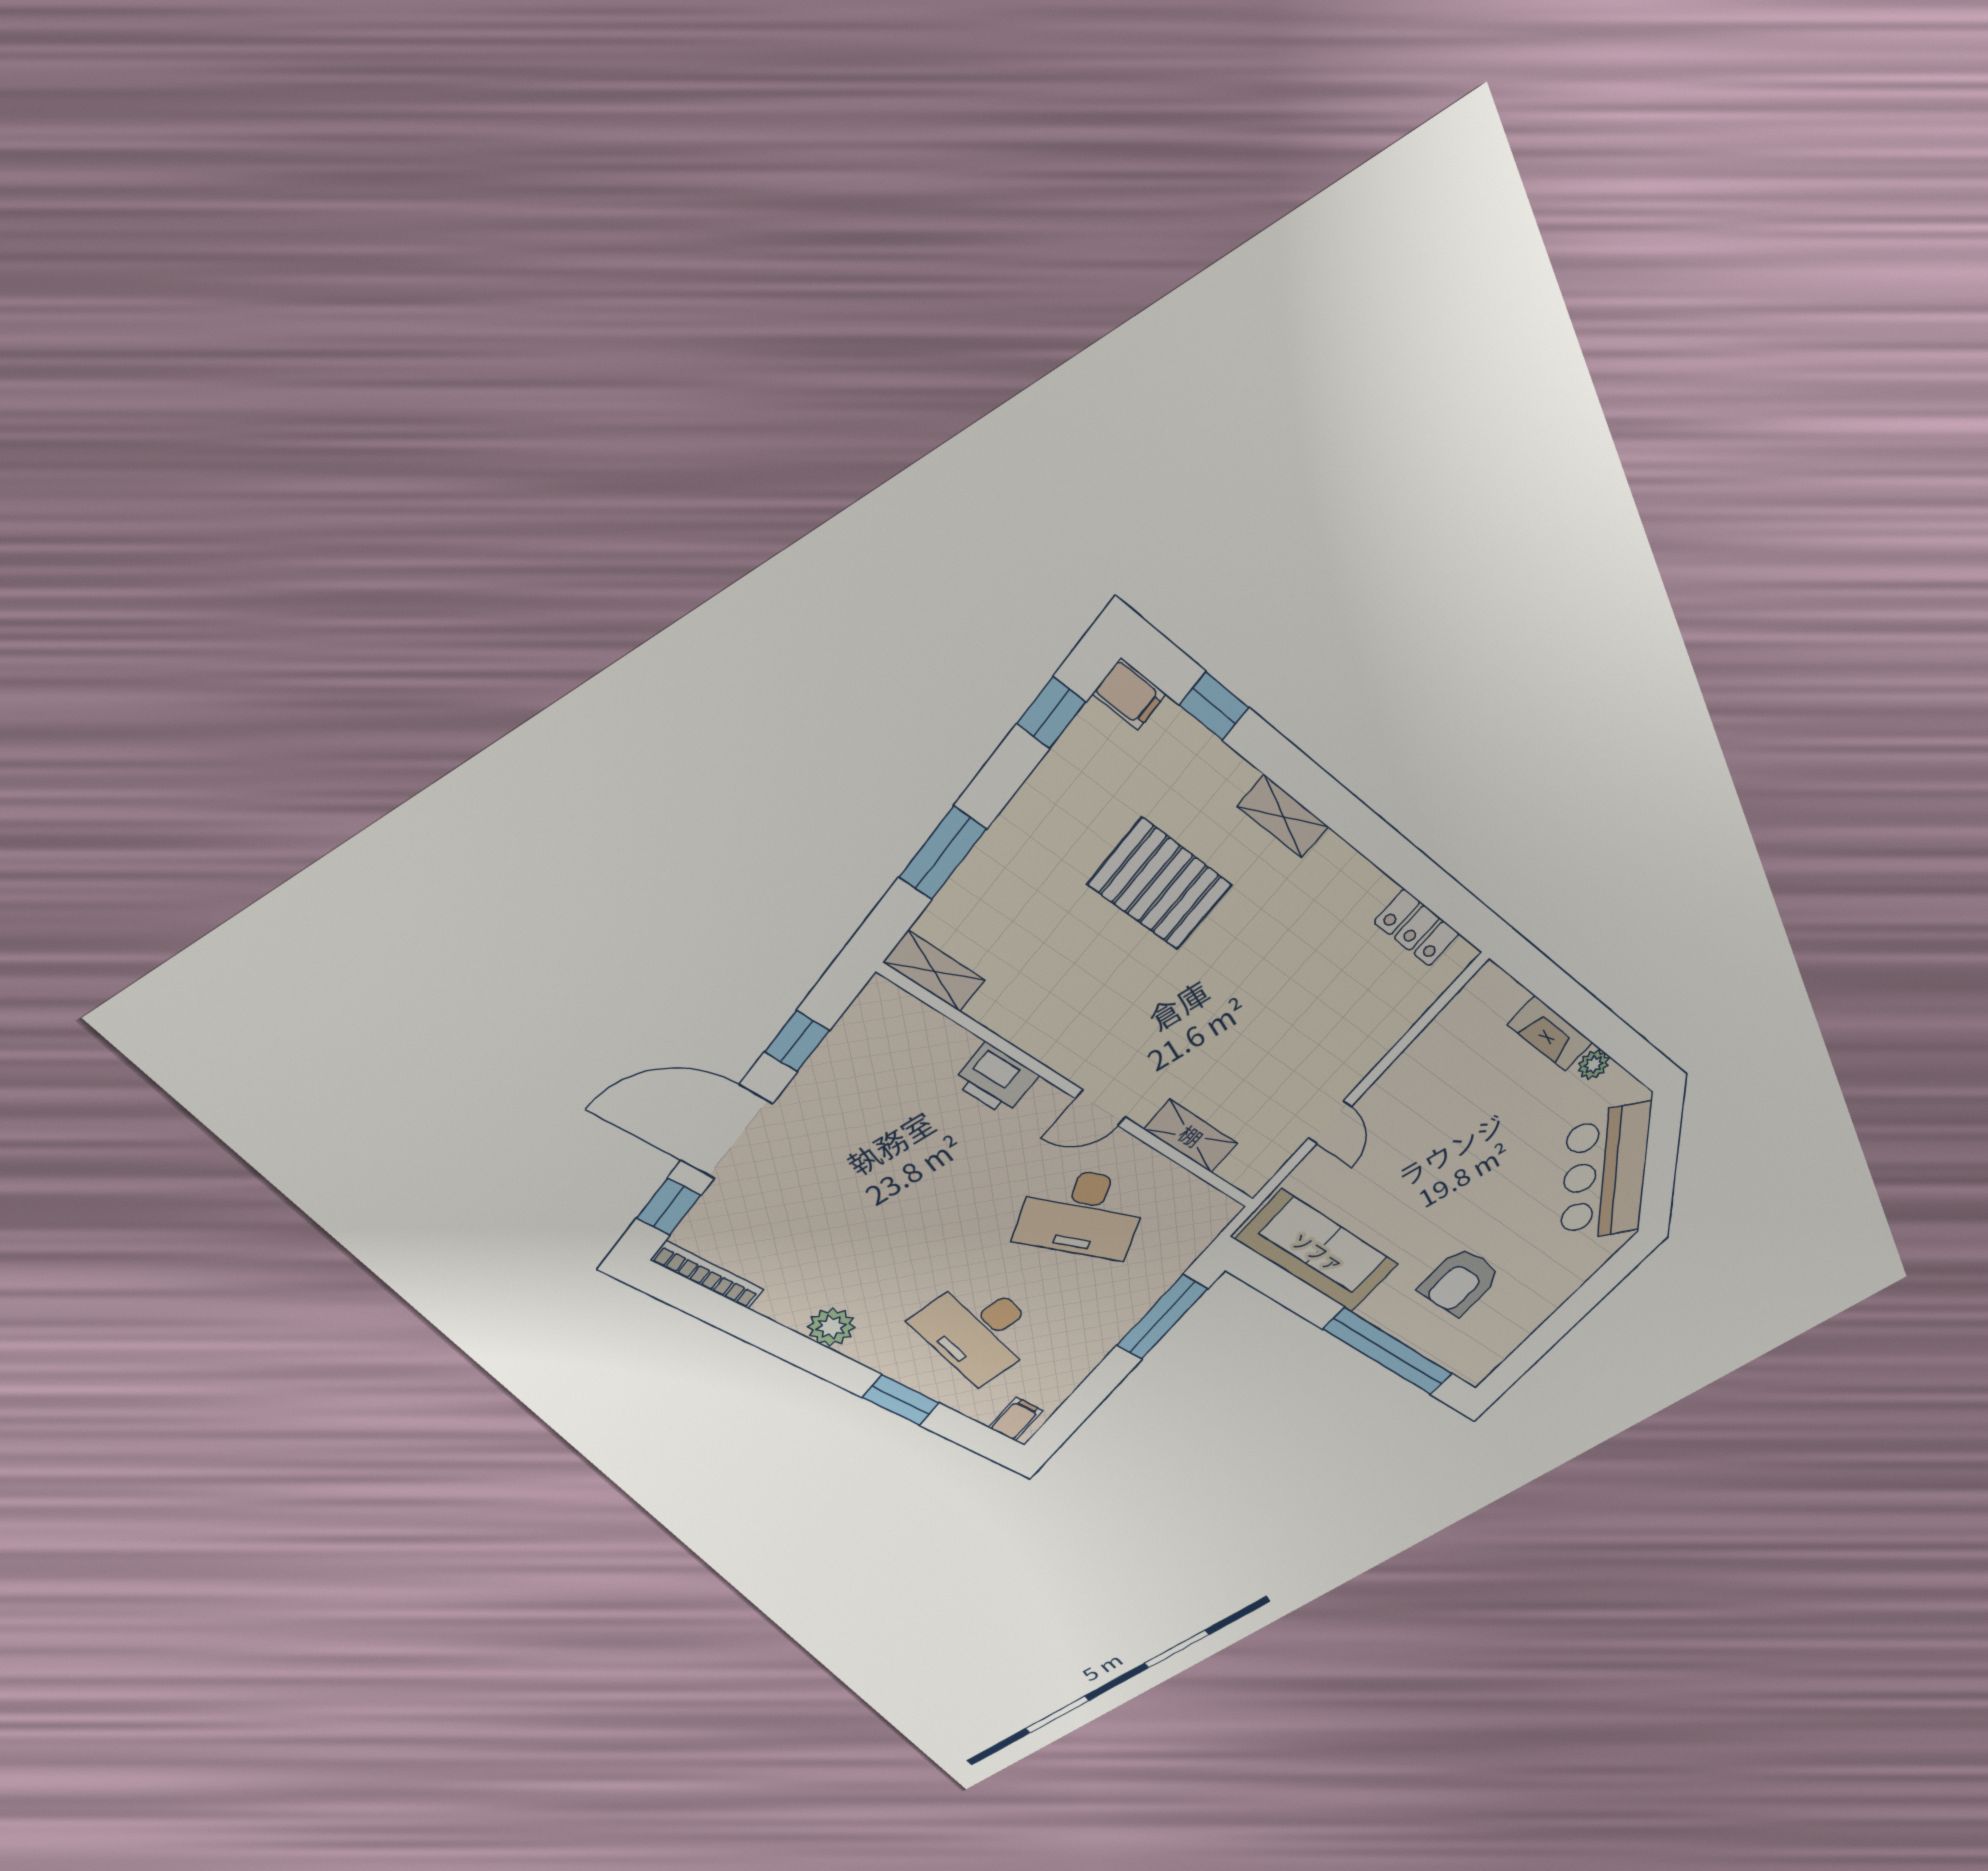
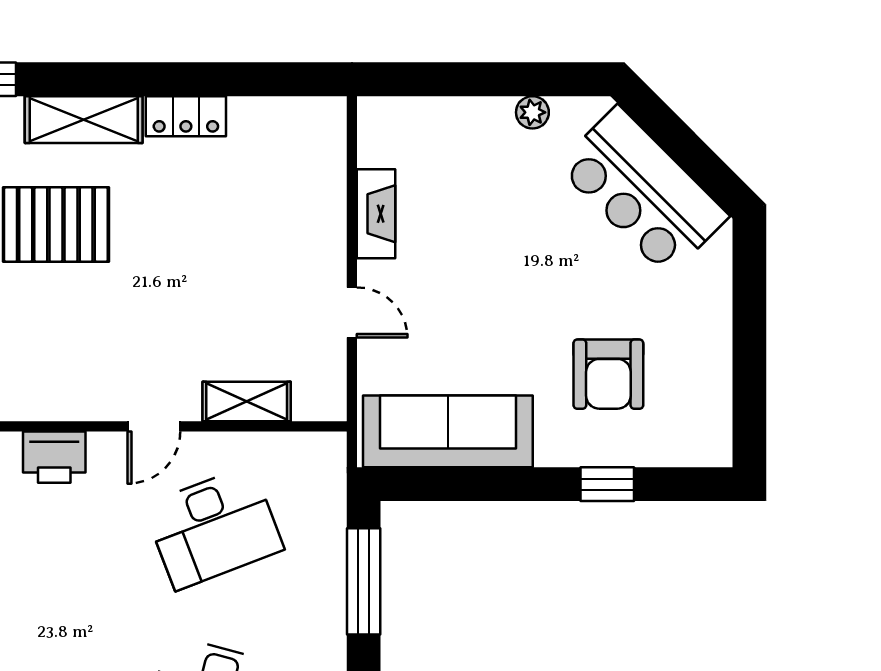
shelving: (1283, 817) -> (84, 120), width x1.50, depth x1.33
locker: (1417, 928) -> (186, 116), moved
fireplace: (1550, 1033) -> (376, 214), moved, turned -90
window: (1388, 1352) -> (607, 484), width x0.32

